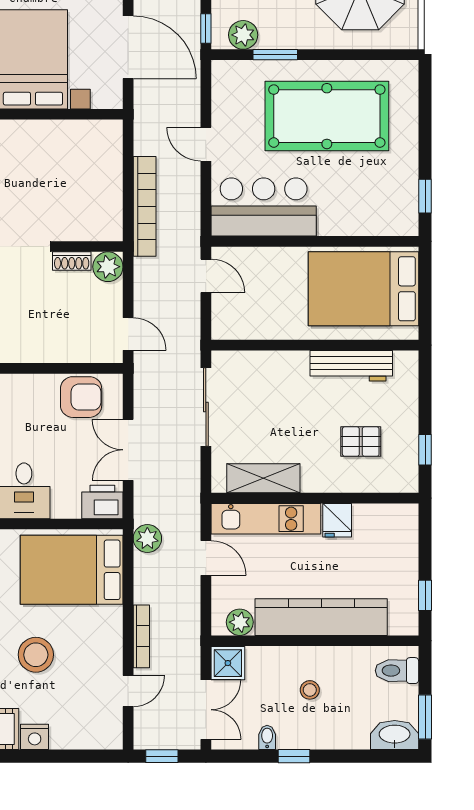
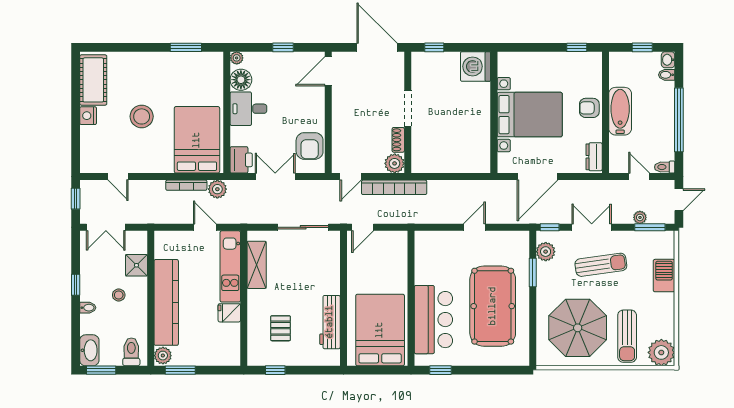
bookcase: (145, 206) -> (394, 187), moved
bar counter: (264, 207) -> (433, 320), moved
door: (206, 276) -> (363, 227), moved
door: (206, 558) -> (205, 227), swing flipped
window: (425, 595) -> (180, 370), width x1.50
plant: (240, 622) -> (163, 356), moved
bookcase: (141, 636) -> (186, 185), moved
shower: (228, 663) -> (136, 265), moved
bidet: (267, 737) -> (88, 308), moved

